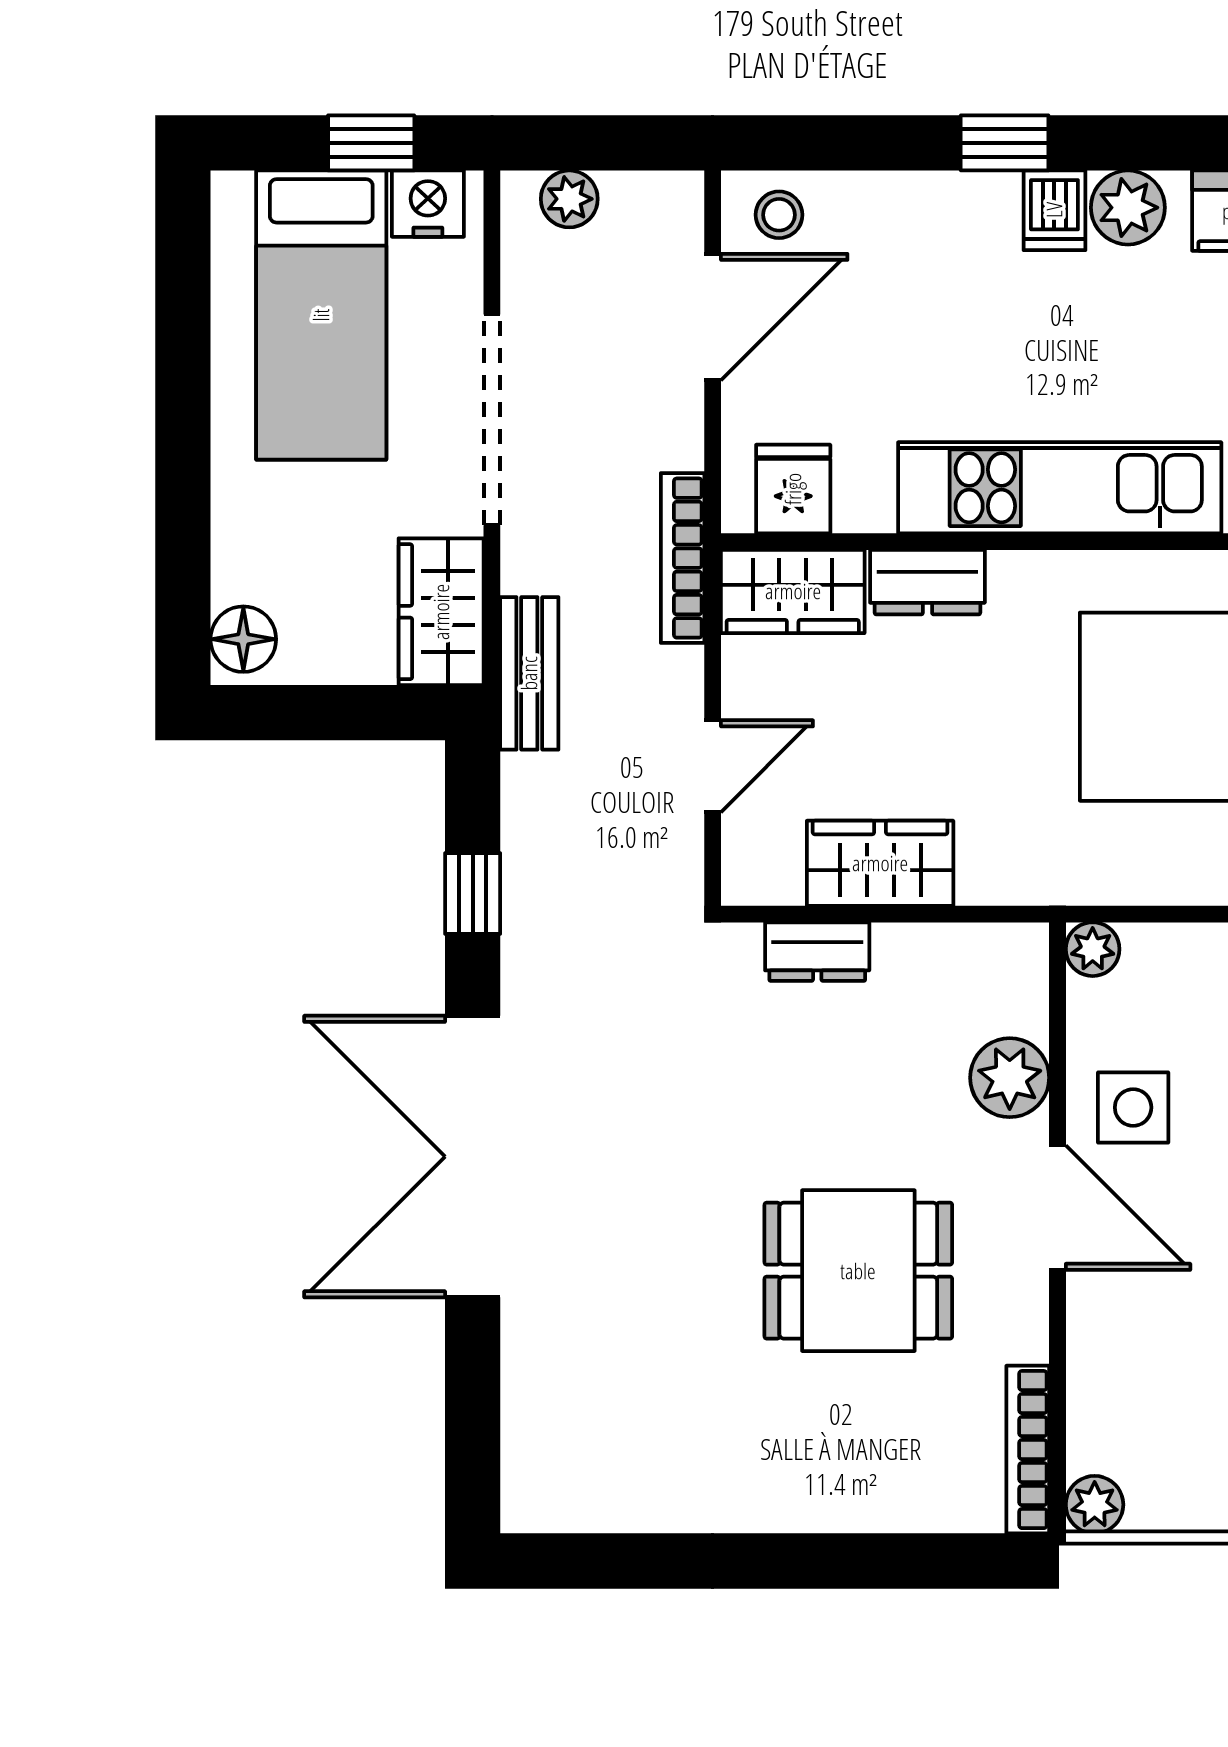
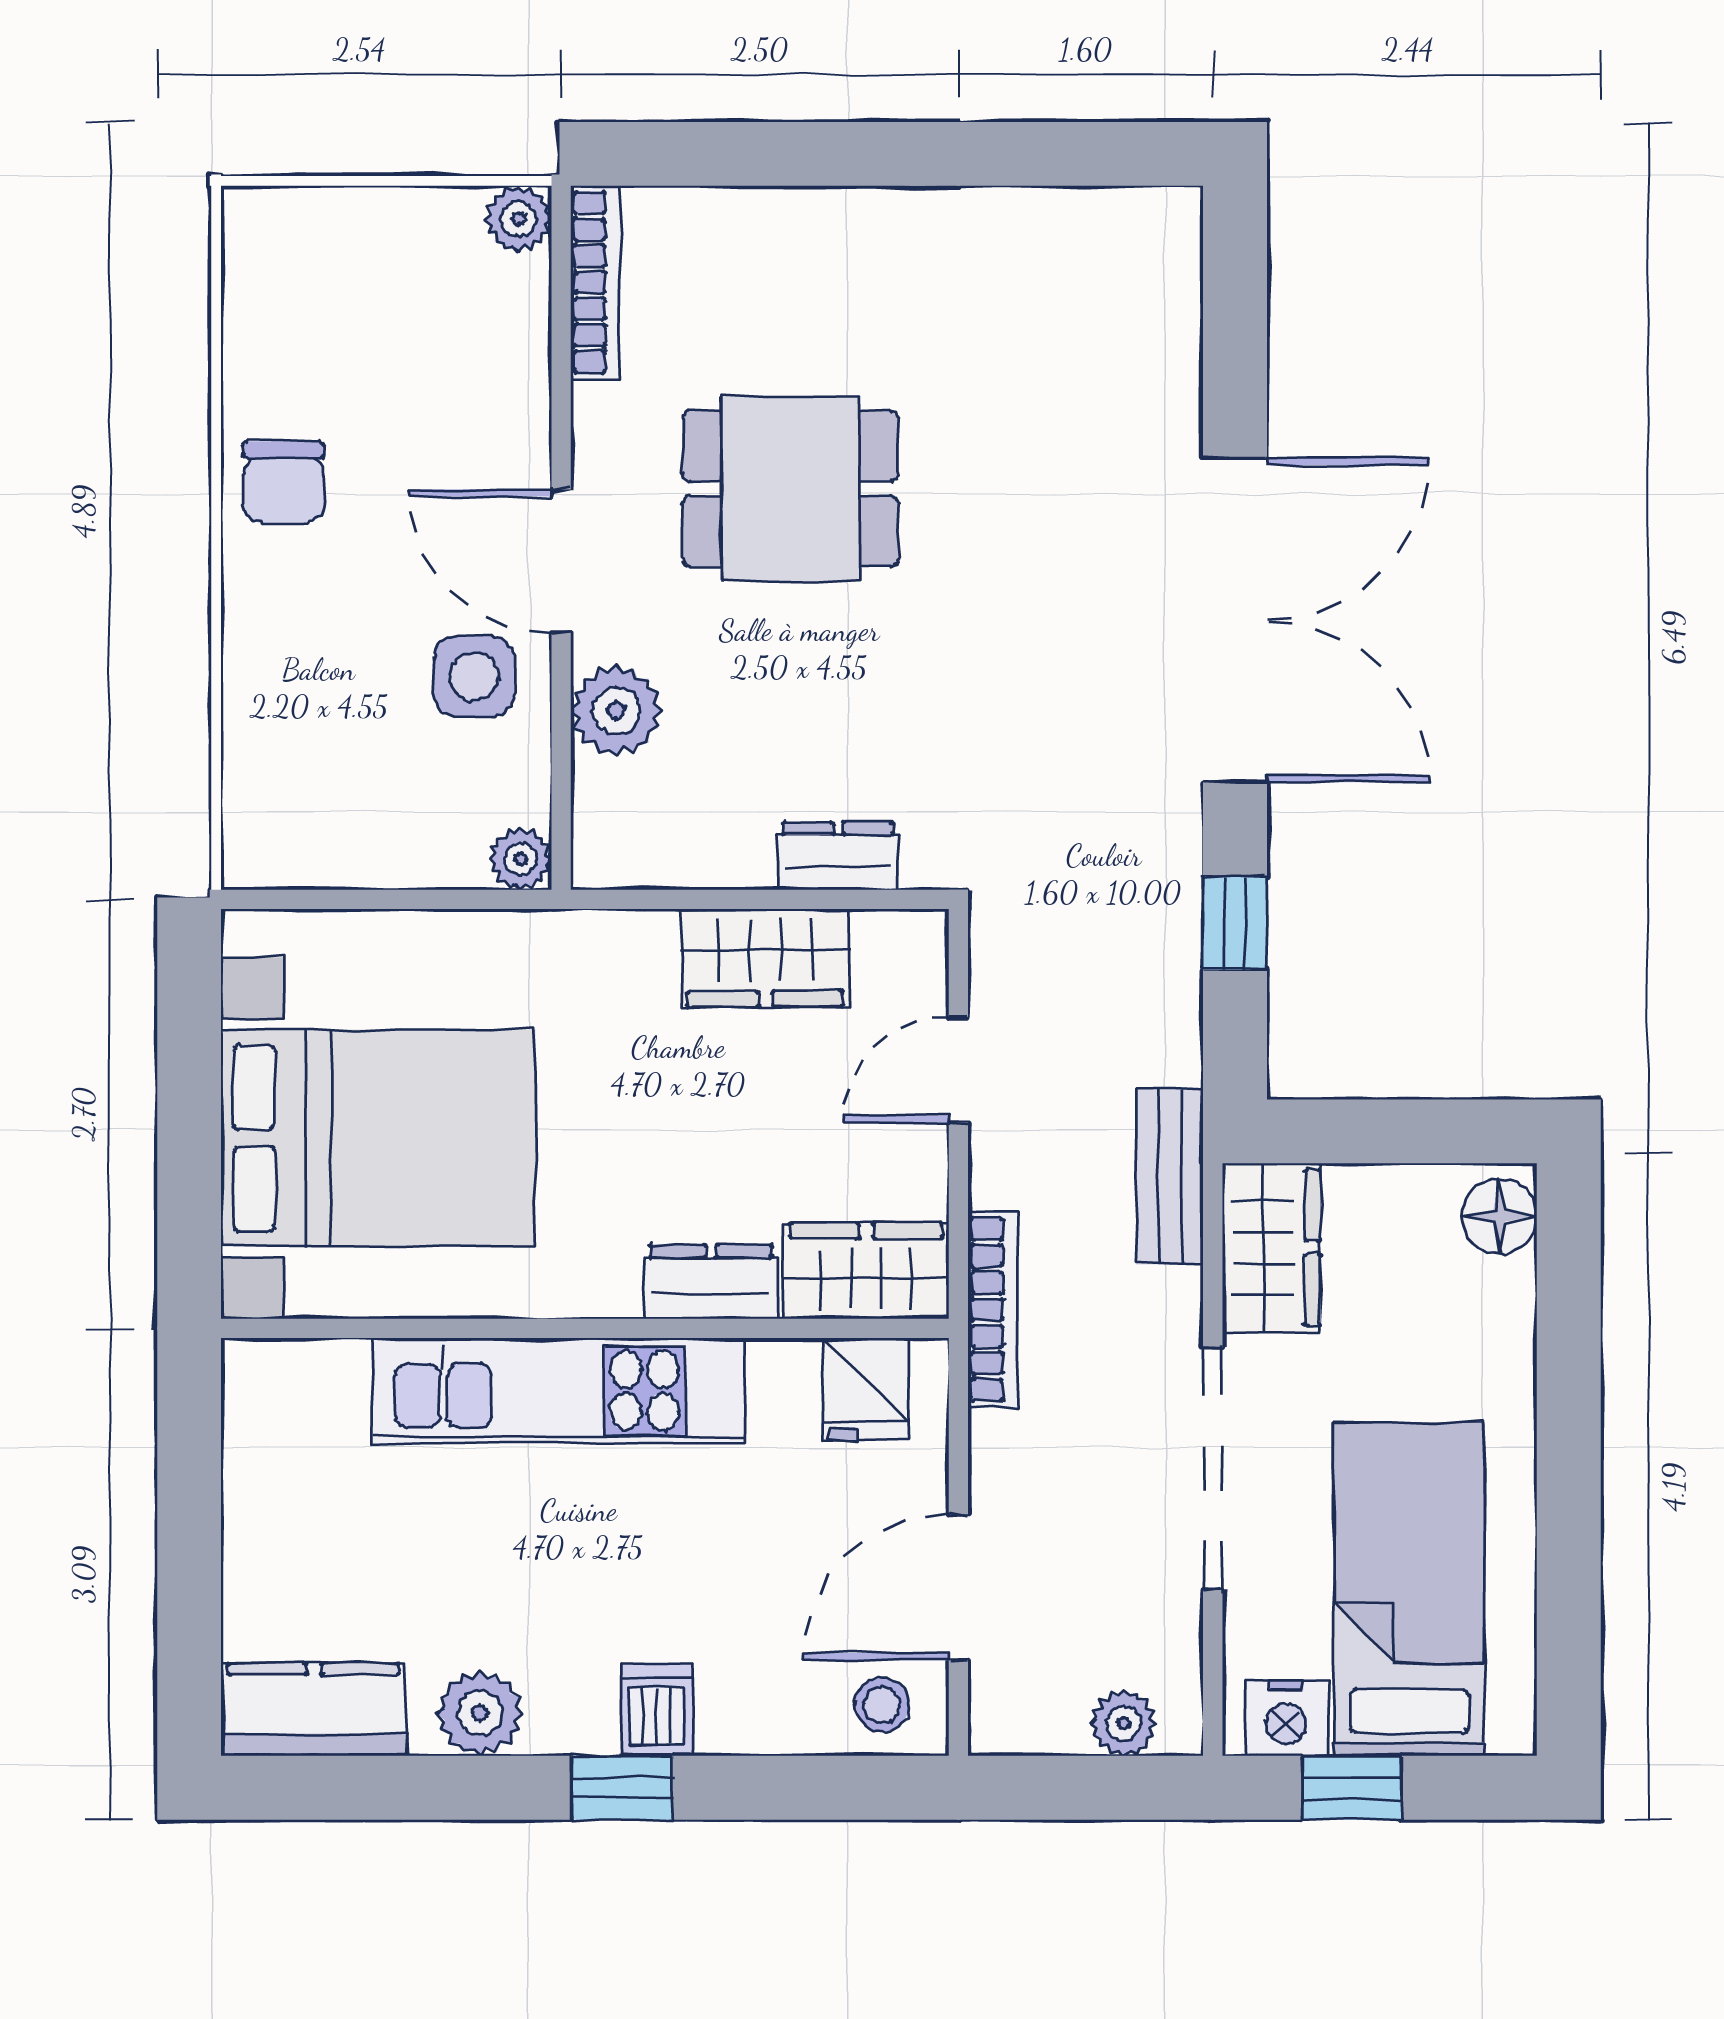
dishwasher: (1054, 210) -> (657, 1710), moved

